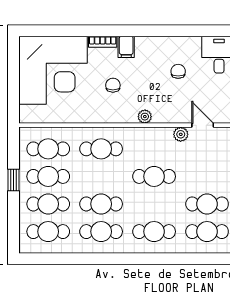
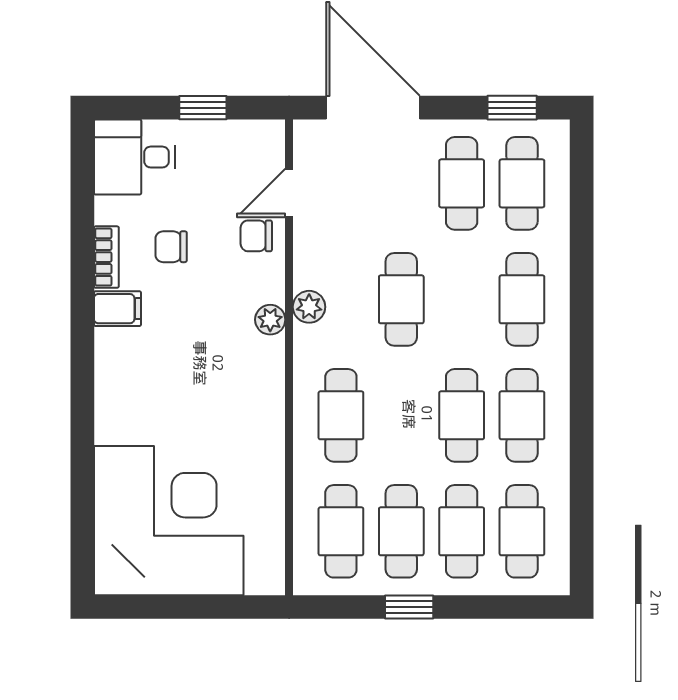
bookcase: (103, 42) -> (106, 257), moved
filing cabinet: (126, 47) -> (117, 309), moved
chair: (113, 85) -> (256, 236), moved
plant: (181, 134) -> (309, 307), moved

